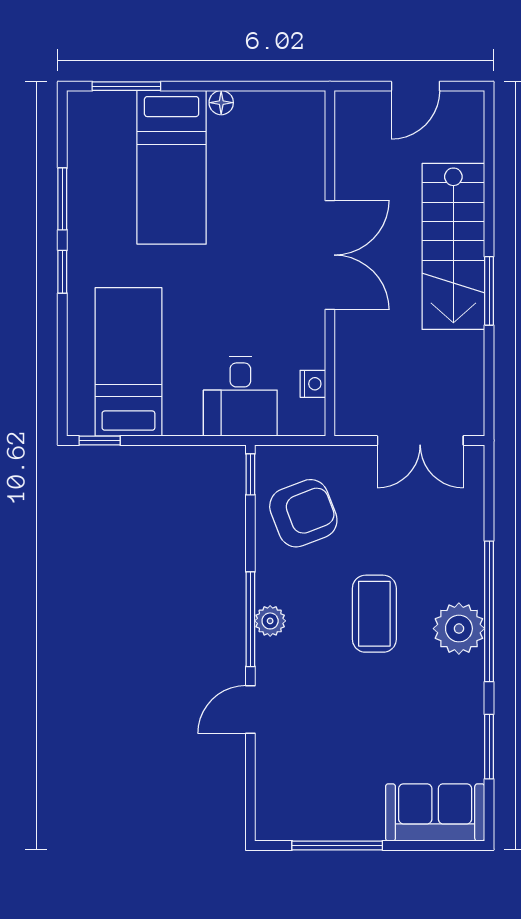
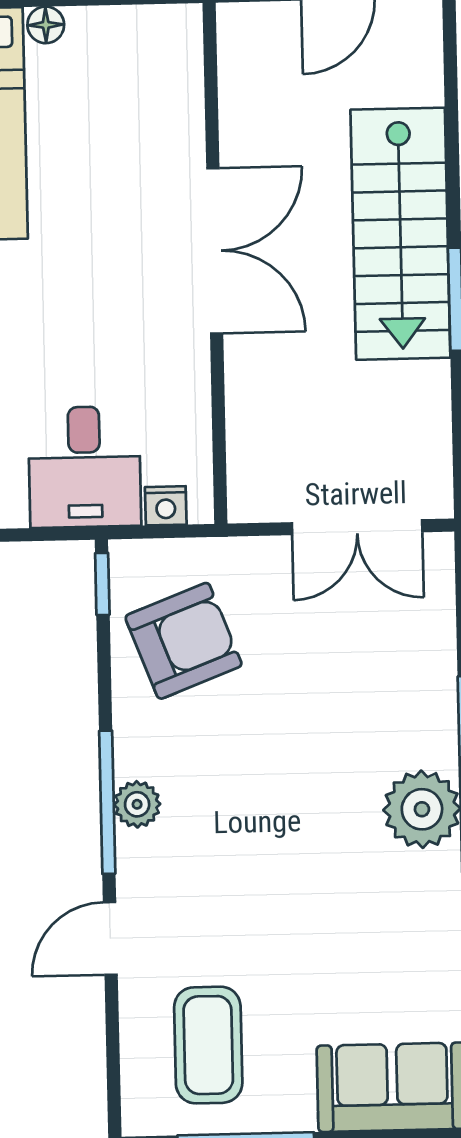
nightstand: (313, 384) -> (166, 506), moved, turned 90
coffee table: (374, 614) -> (208, 1045), moved

